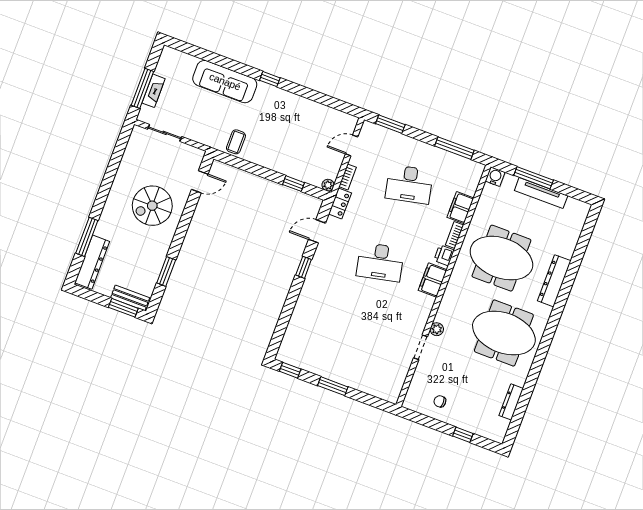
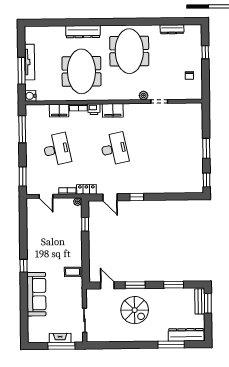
window: (186, 219) -> (135, 285), added

